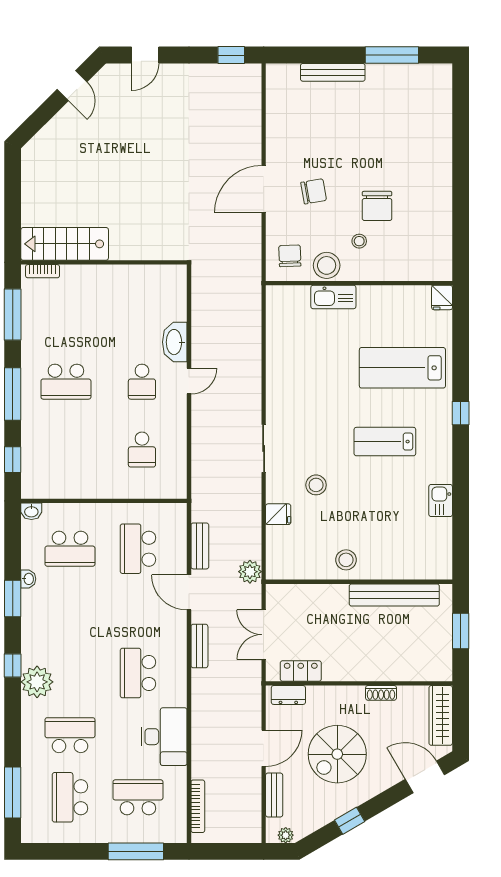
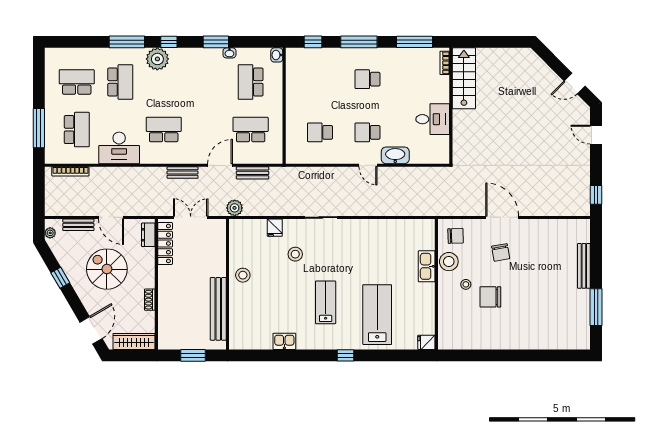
desk: (123, 288) -> (433, 119), added
school desk: (66, 382) -> (368, 79), width x0.54
locker: (301, 671) -> (165, 243), width x1.53
window: (13, 792) -> (127, 42), moved

